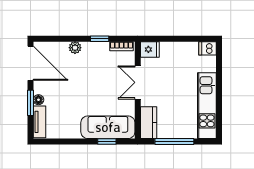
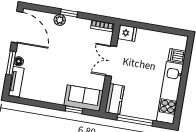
window: (100, 39) -> (69, 13), moved
dishwasher: (208, 48) -> (177, 56), moved
sofa: (108, 127) -> (84, 98), width x0.73

